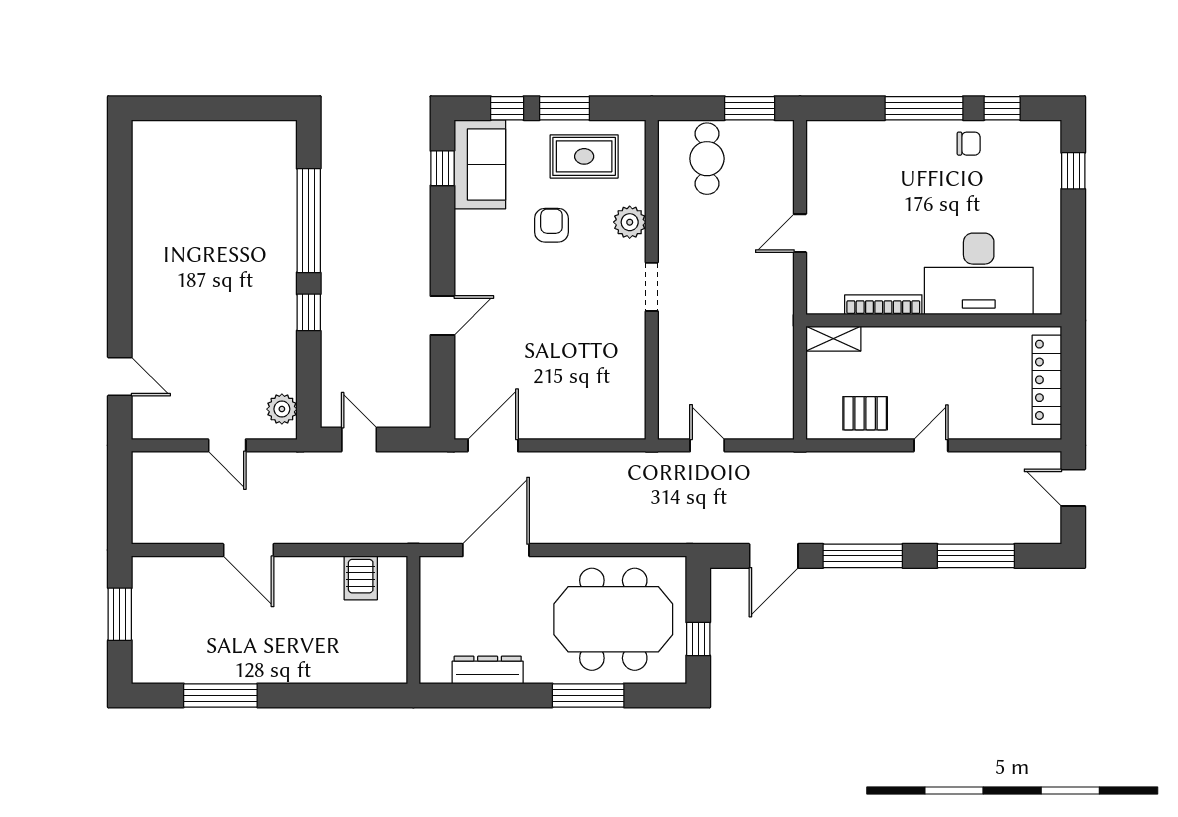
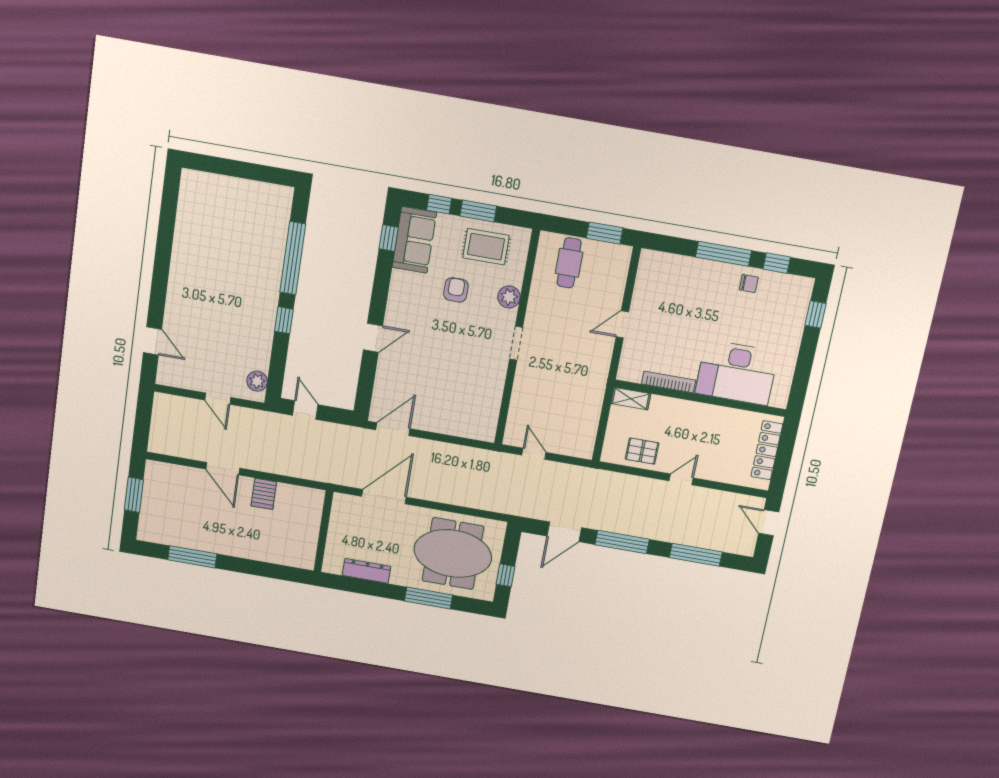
server rack: (361, 578) -> (264, 494), moved

